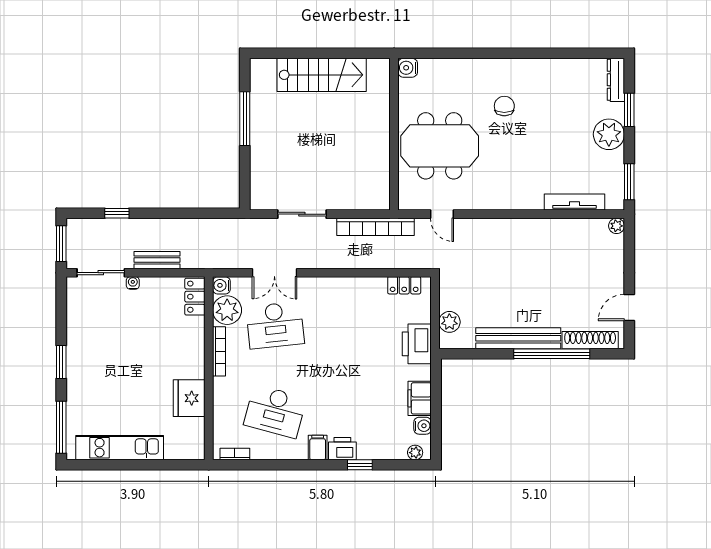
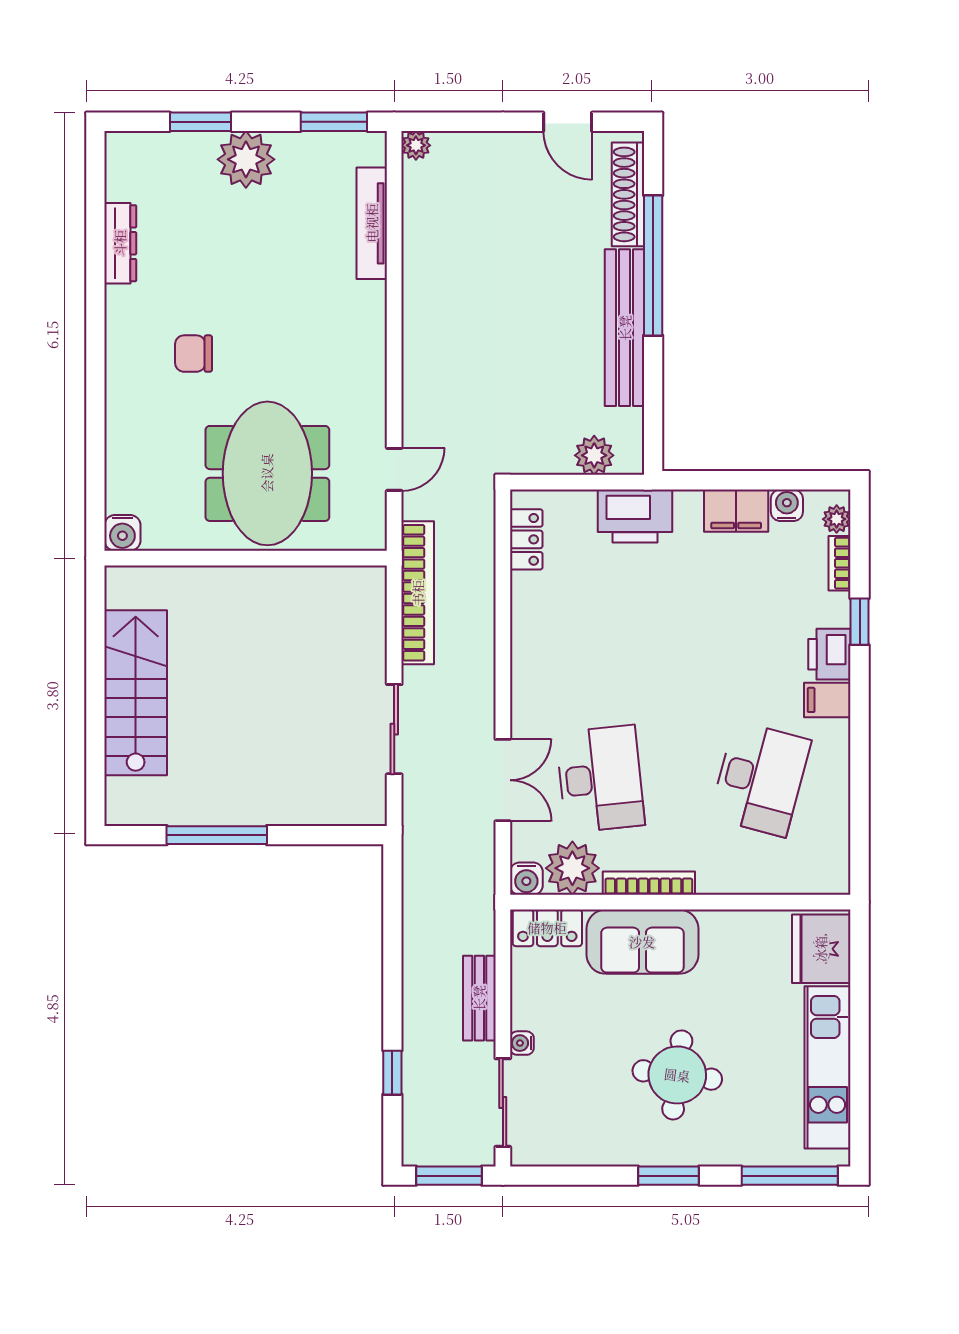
dresser: (616, 80) -> (120, 243), moved, turned -90
sofa: (187, 348) -> (642, 942), added
round table: (116, 367) -> (677, 1075), added
fridge: (189, 398) -> (821, 949), moved, turned 90
bookcase: (235, 454) -> (839, 563), moved

